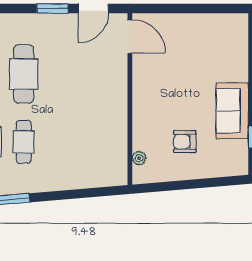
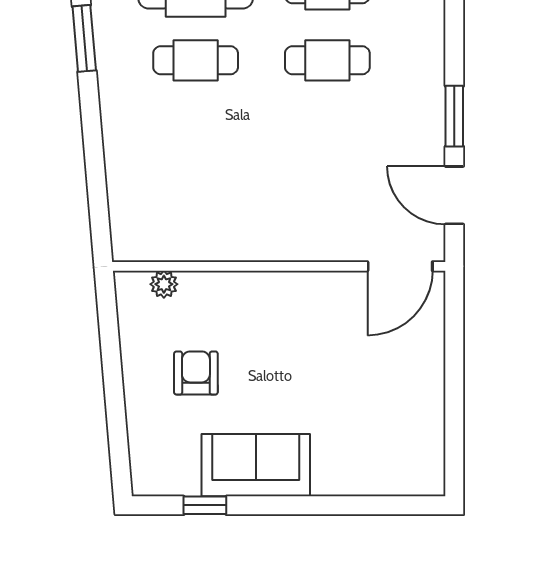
cafe table: (24, 74) -> (327, 60), width x0.73, depth x0.74

